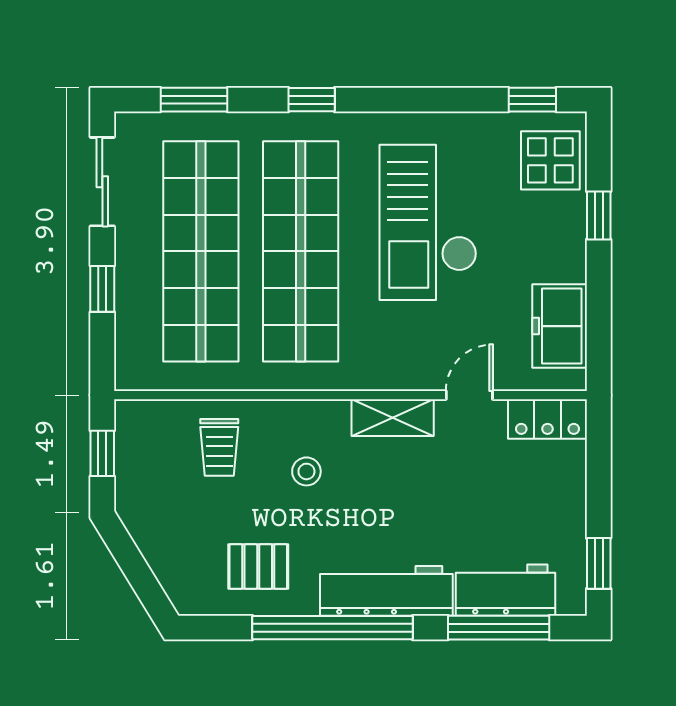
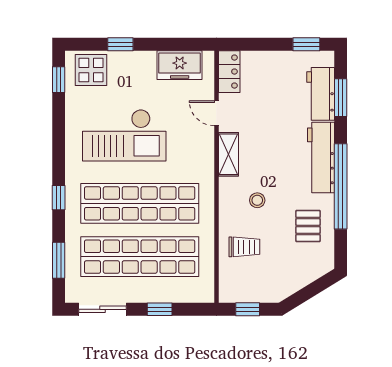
window: (499, 628) -> (341, 98), width x0.69

